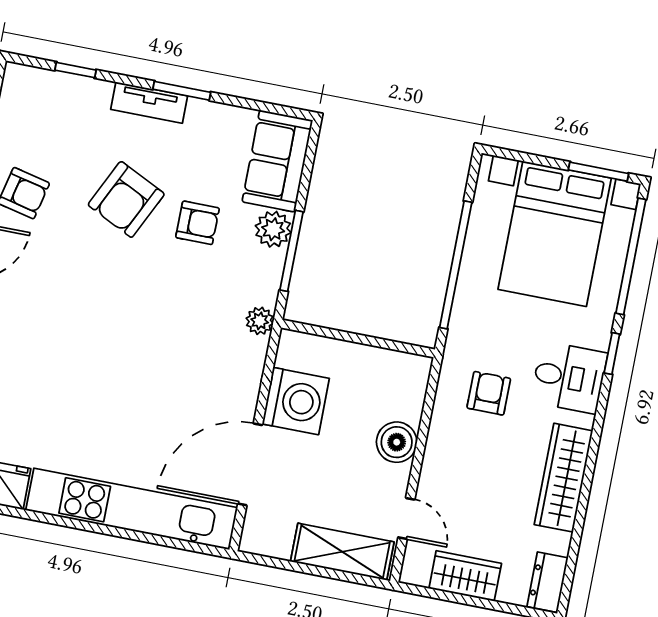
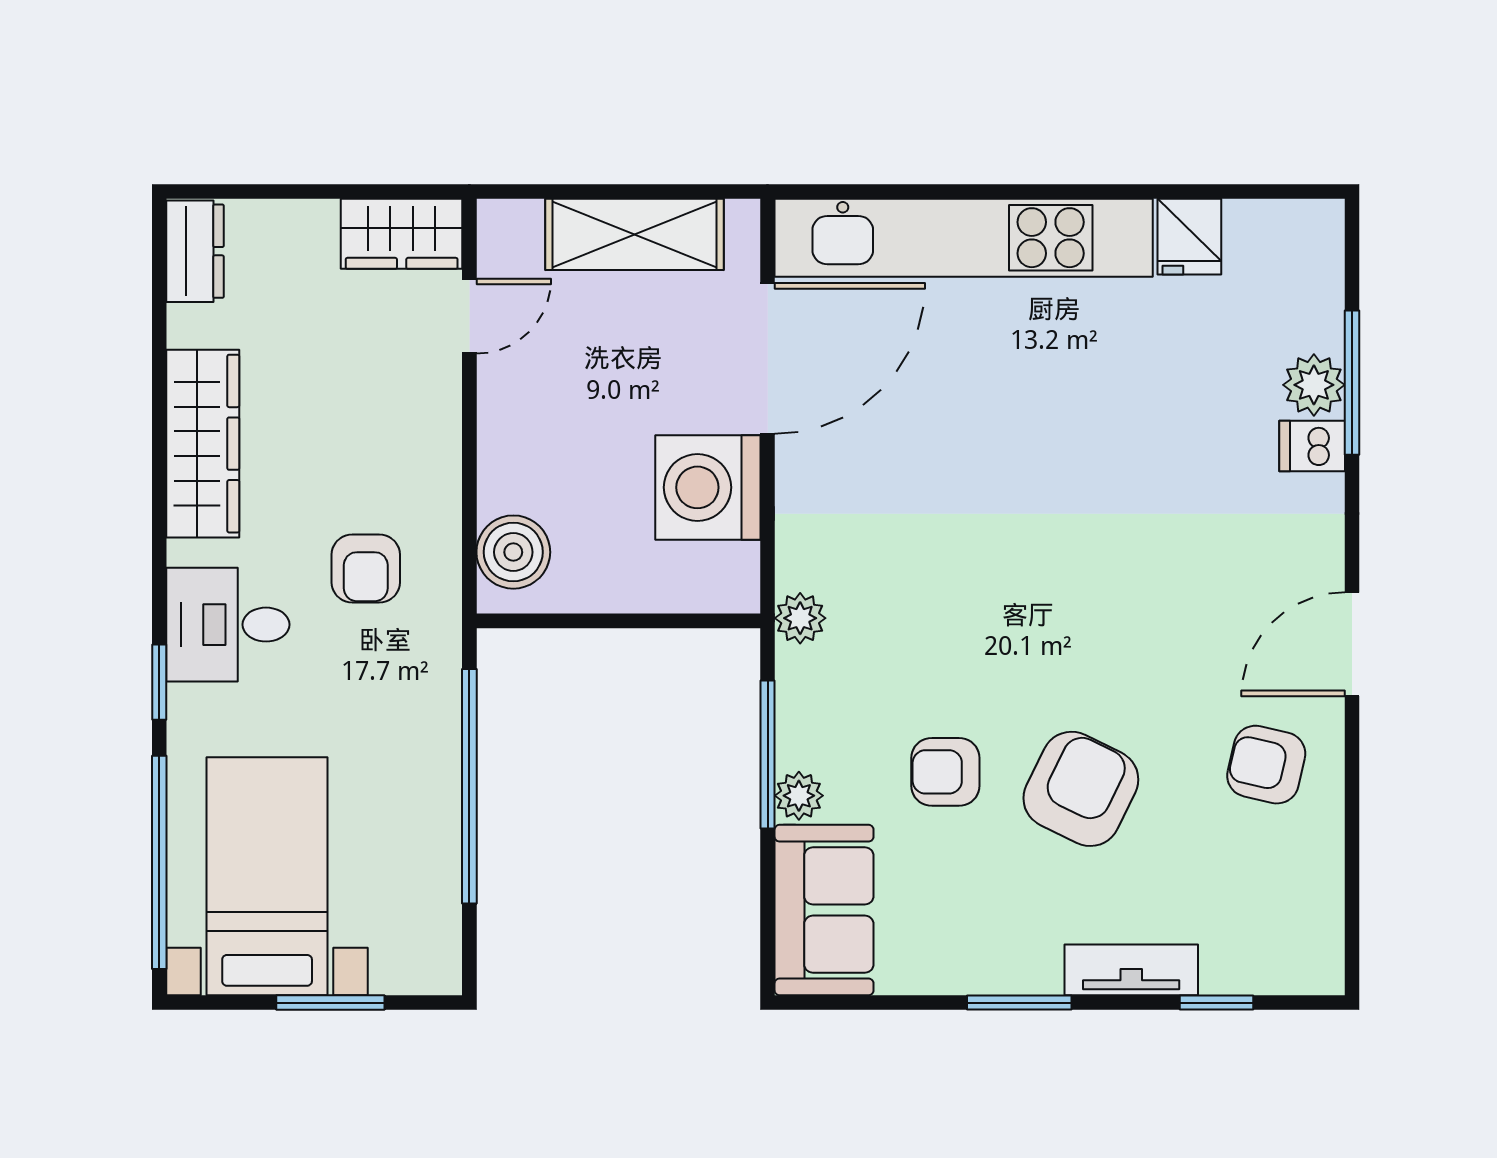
tv unit: (149, 103) -> (1131, 970), moved
window: (598, 172) -> (330, 1003), moved
plant: (273, 229) -> (799, 796), width x0.73, depth x0.73
bed with nightstands: (555, 234) -> (267, 876), width x0.73
boiler: (397, 442) -> (513, 552), moved
door: (406, 518) -> (469, 316), swing flipped
shelving: (342, 552) -> (634, 234), moved
wardrobe: (465, 576) -> (402, 234), moved

